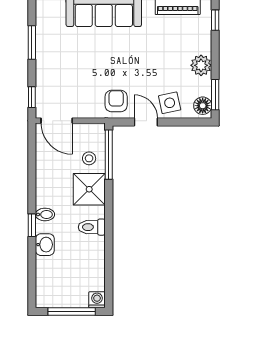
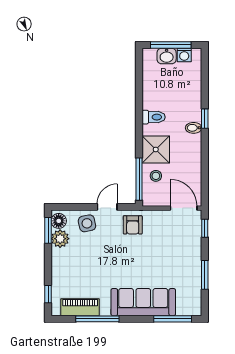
plant: (201, 65) -> (60, 239), moved
door: (146, 122) -> (107, 207), swing flipped
washbasin: (45, 245) -> (167, 56), moved, turned -90
washing machine: (97, 300) -> (184, 55), moved

